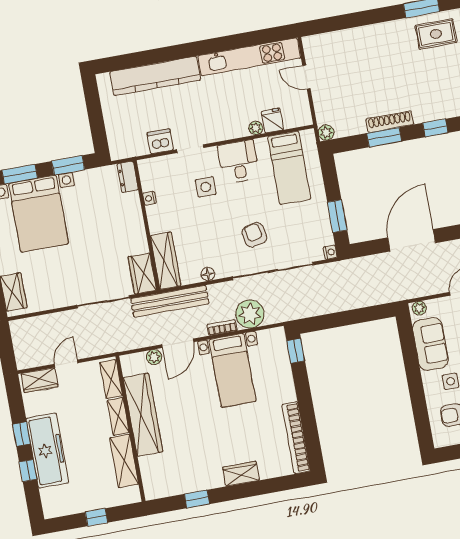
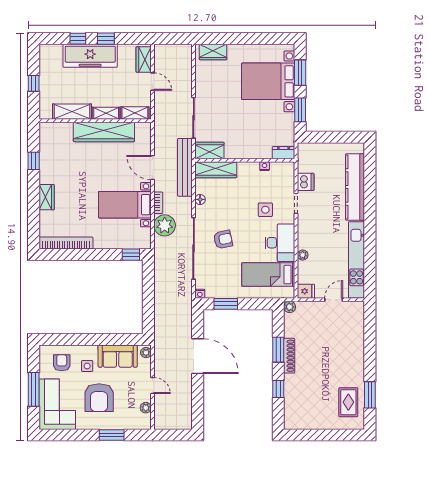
fridge: (272, 120) -> (306, 291), moved
desk: (239, 162) -> (280, 243), width x1.37
plant: (154, 357) -> (145, 148), removed

